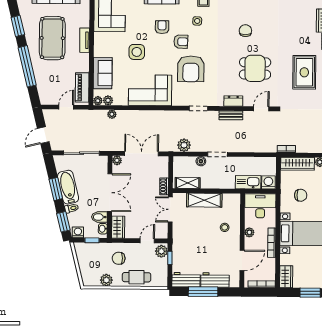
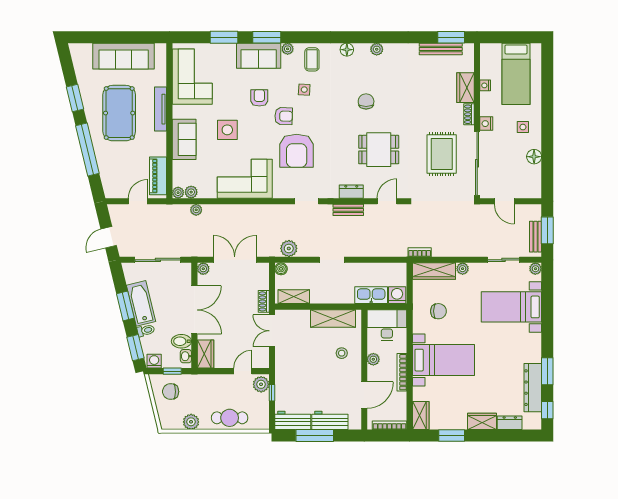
tv unit: (85, 40) -> (160, 109), width x1.41
sofa: (103, 73) -> (184, 139), moved
boiler: (201, 161) -> (281, 269), moved
shelving: (204, 200) -> (333, 319), moved
chair: (119, 258) -> (171, 392), moved

